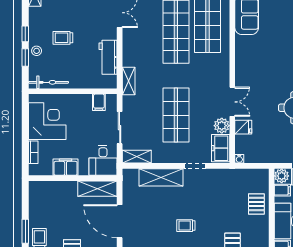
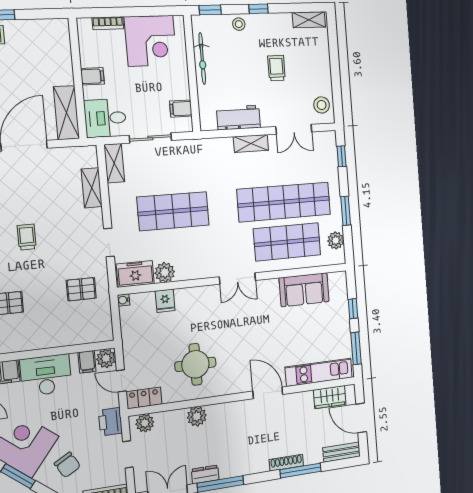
trolley: (63, 38) -> (276, 68), moved
window: (25, 57) -> (210, 10), moved
shelving: (129, 81) -> (251, 143), moved
bicycle: (48, 82) -> (202, 58), moved
double door: (232, 102) -> (237, 279), moved
filing cabinet: (66, 167) -> (92, 76), width x0.50
shelving: (161, 177) -> (92, 188), width x0.67, depth x0.75
pallet: (256, 204) -> (81, 289), moved

